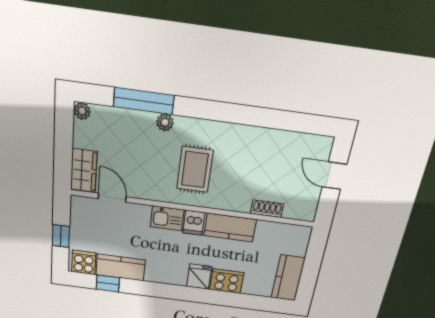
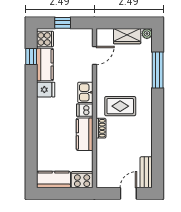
plant: (165, 122) -> (147, 84), removed
bench: (308, 143) -> (146, 172), added
wardrobe: (84, 171) -> (127, 36), moved
shoe rack: (267, 209) -> (101, 128), moved
fridge: (199, 277) -> (46, 90), moved
cooker: (227, 281) -> (82, 180), moved, turned -90

